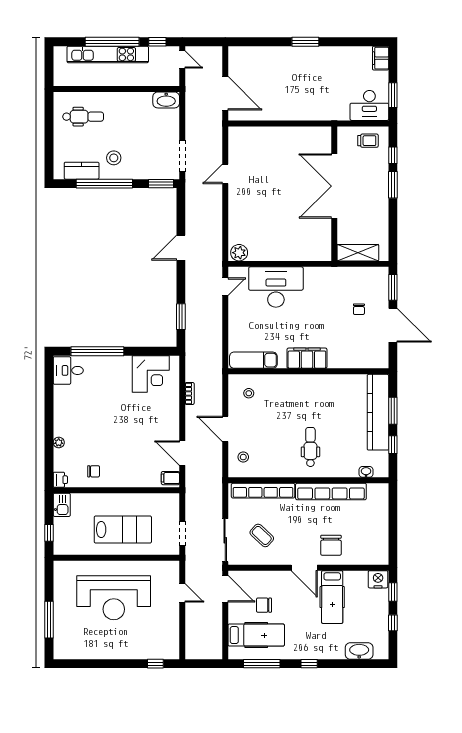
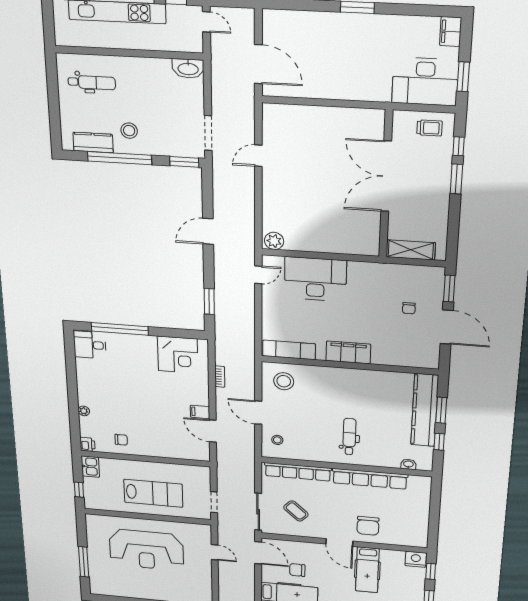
desk: (369, 105) -> (425, 82), width x1.36, depth x1.30
stool: (249, 393) -> (284, 381), width x1.89, depth x1.89
filing cabinet: (170, 478) -> (200, 412), moved

